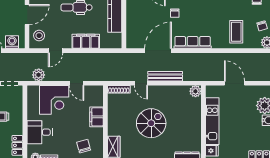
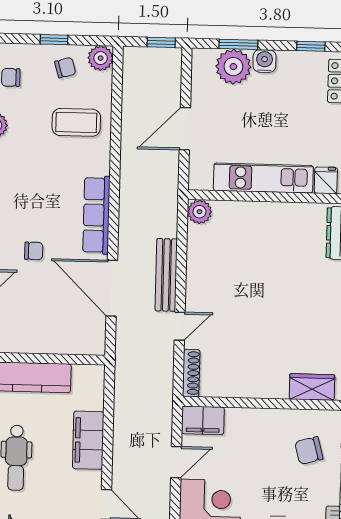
filing cabinet: (97, 117) -> (203, 420), moved
spiral stairs: (151, 123) -> (264, 307), removed

